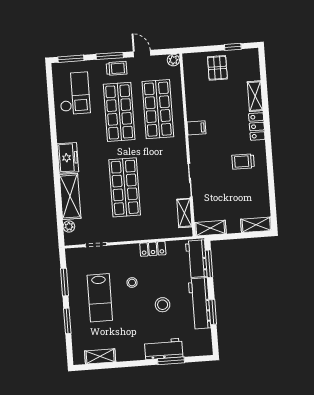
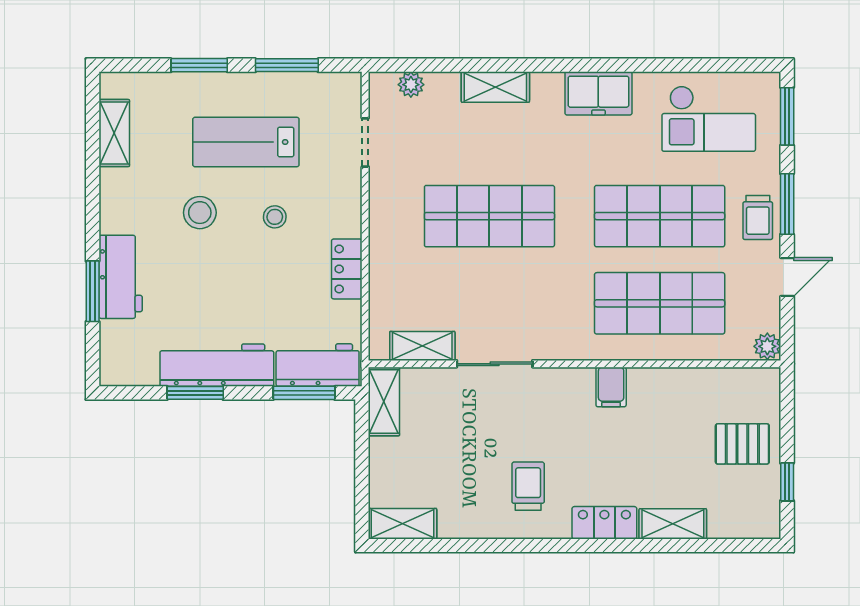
freezer: (68, 158) -> (598, 93), moved
shelving: (70, 196) -> (495, 87), width x0.67, depth x0.75
shelving: (256, 225) -> (402, 524), moved, turned 90
stool: (163, 305) -> (200, 213), moved

